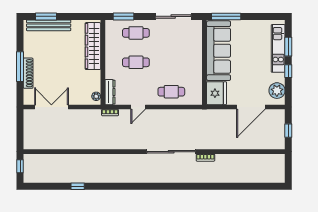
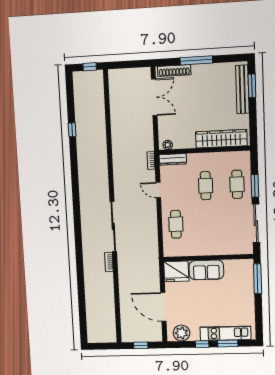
window: (123, 16) -> (255, 186), moved
sofa: (219, 51) -> (206, 270), width x0.54, depth x0.79
shoe rack: (28, 73) -> (174, 71), moved

